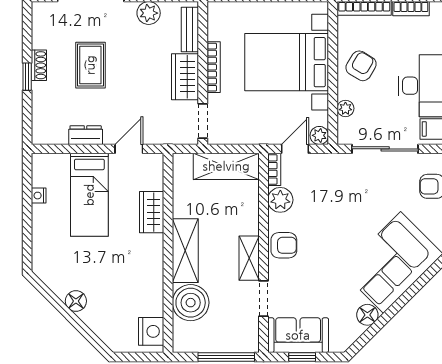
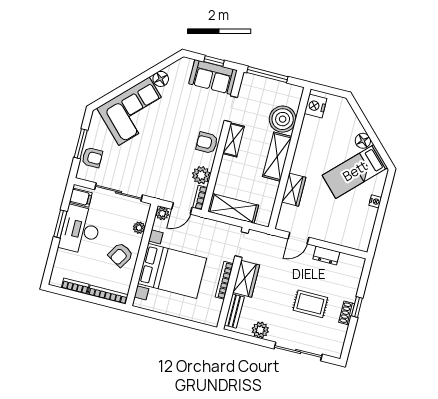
rug: (90, 65) -> (310, 304), turned 90
bed: (89, 195) -> (355, 171), moved, turned -135
nightstand: (39, 196) -> (375, 201), moved

